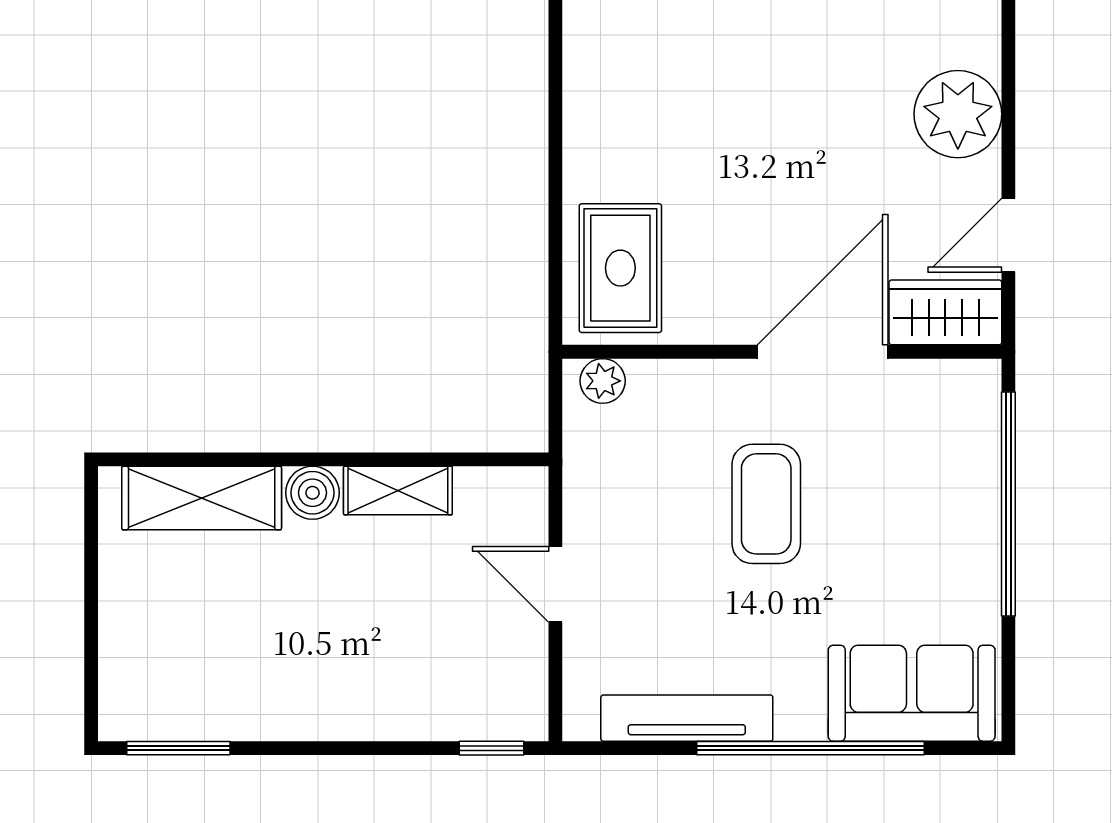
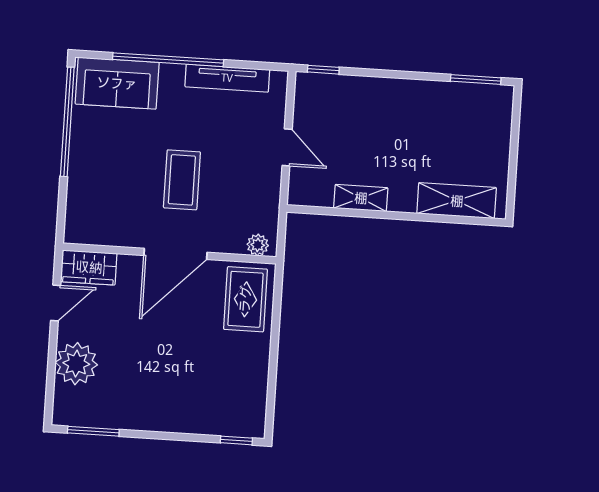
door: (823, 352) -> (175, 254), moved
boiler: (312, 493) -> (402, 200), removed
window: (1008, 504) -> (67, 122), moved

